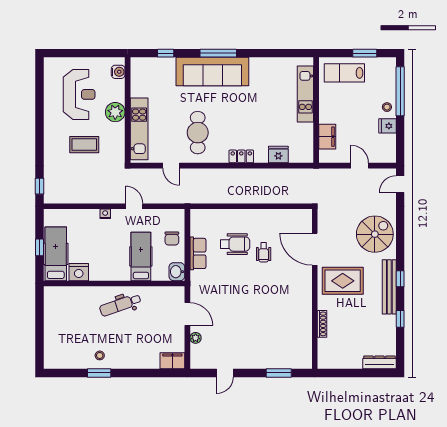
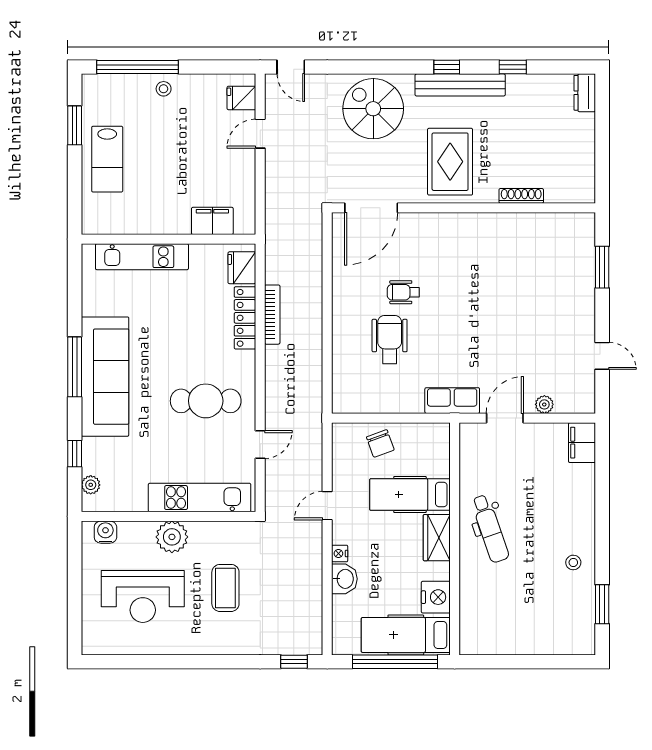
plant: (147, 63) -> (91, 485), added
reception desk: (79, 94) -> (143, 597), turned 180
kitchen unit: (305, 94) -> (142, 257), moved
wall: (316, 110) -> (168, 239), moved
fridge: (387, 126) -> (241, 98), moved, turned 90
filing cabinet: (327, 137) -> (212, 221), moved
locker: (241, 156) -> (245, 318), width x1.53
bookcase: (250, 173) -> (272, 315), added
chair: (172, 238) -> (380, 443), turned 70
window: (40, 247) -> (395, 662), width x3.17
door: (315, 249) -> (371, 208), moved
wheelchair: (264, 252) -> (403, 292), turned 180
row of seats: (198, 253) -> (452, 401), moved
washbasin: (177, 272) -> (344, 579), moved, turned -90
wardrobe: (115, 273) -> (437, 538), added
dresser: (379, 362) -> (585, 93), width x0.70
window: (99, 373) -> (602, 604), moved

